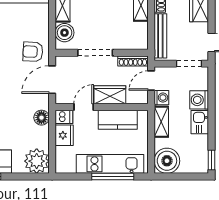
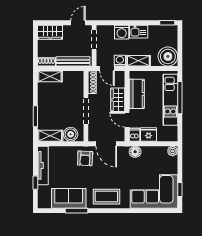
plant: (37, 161) -> (173, 151), width x0.53, depth x0.53

